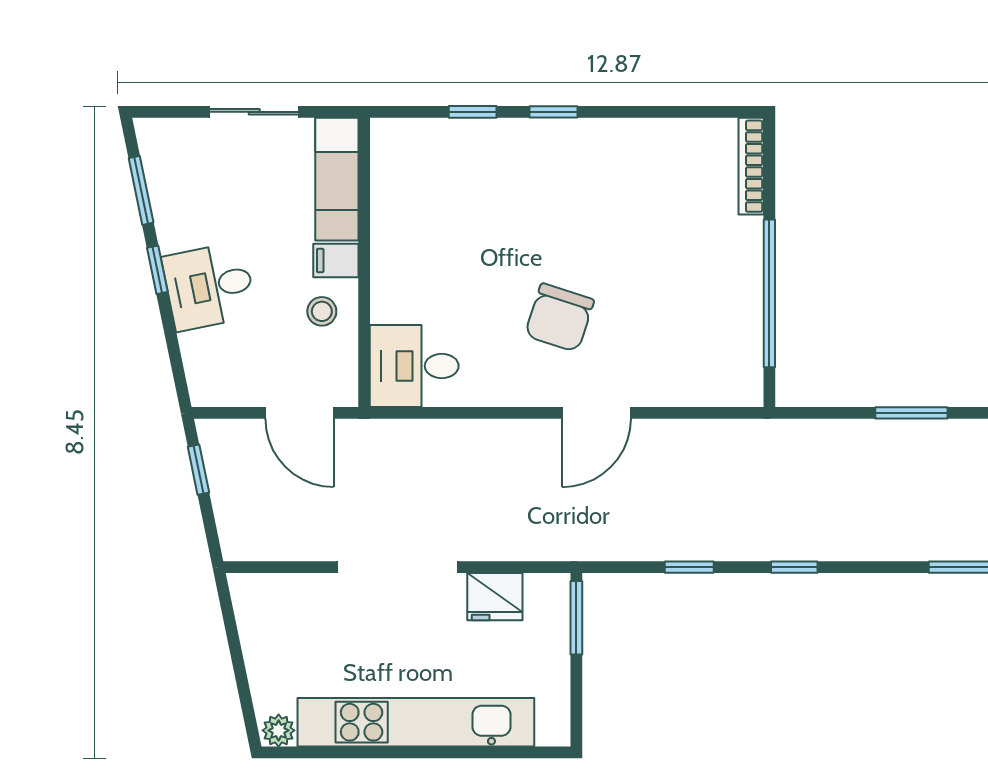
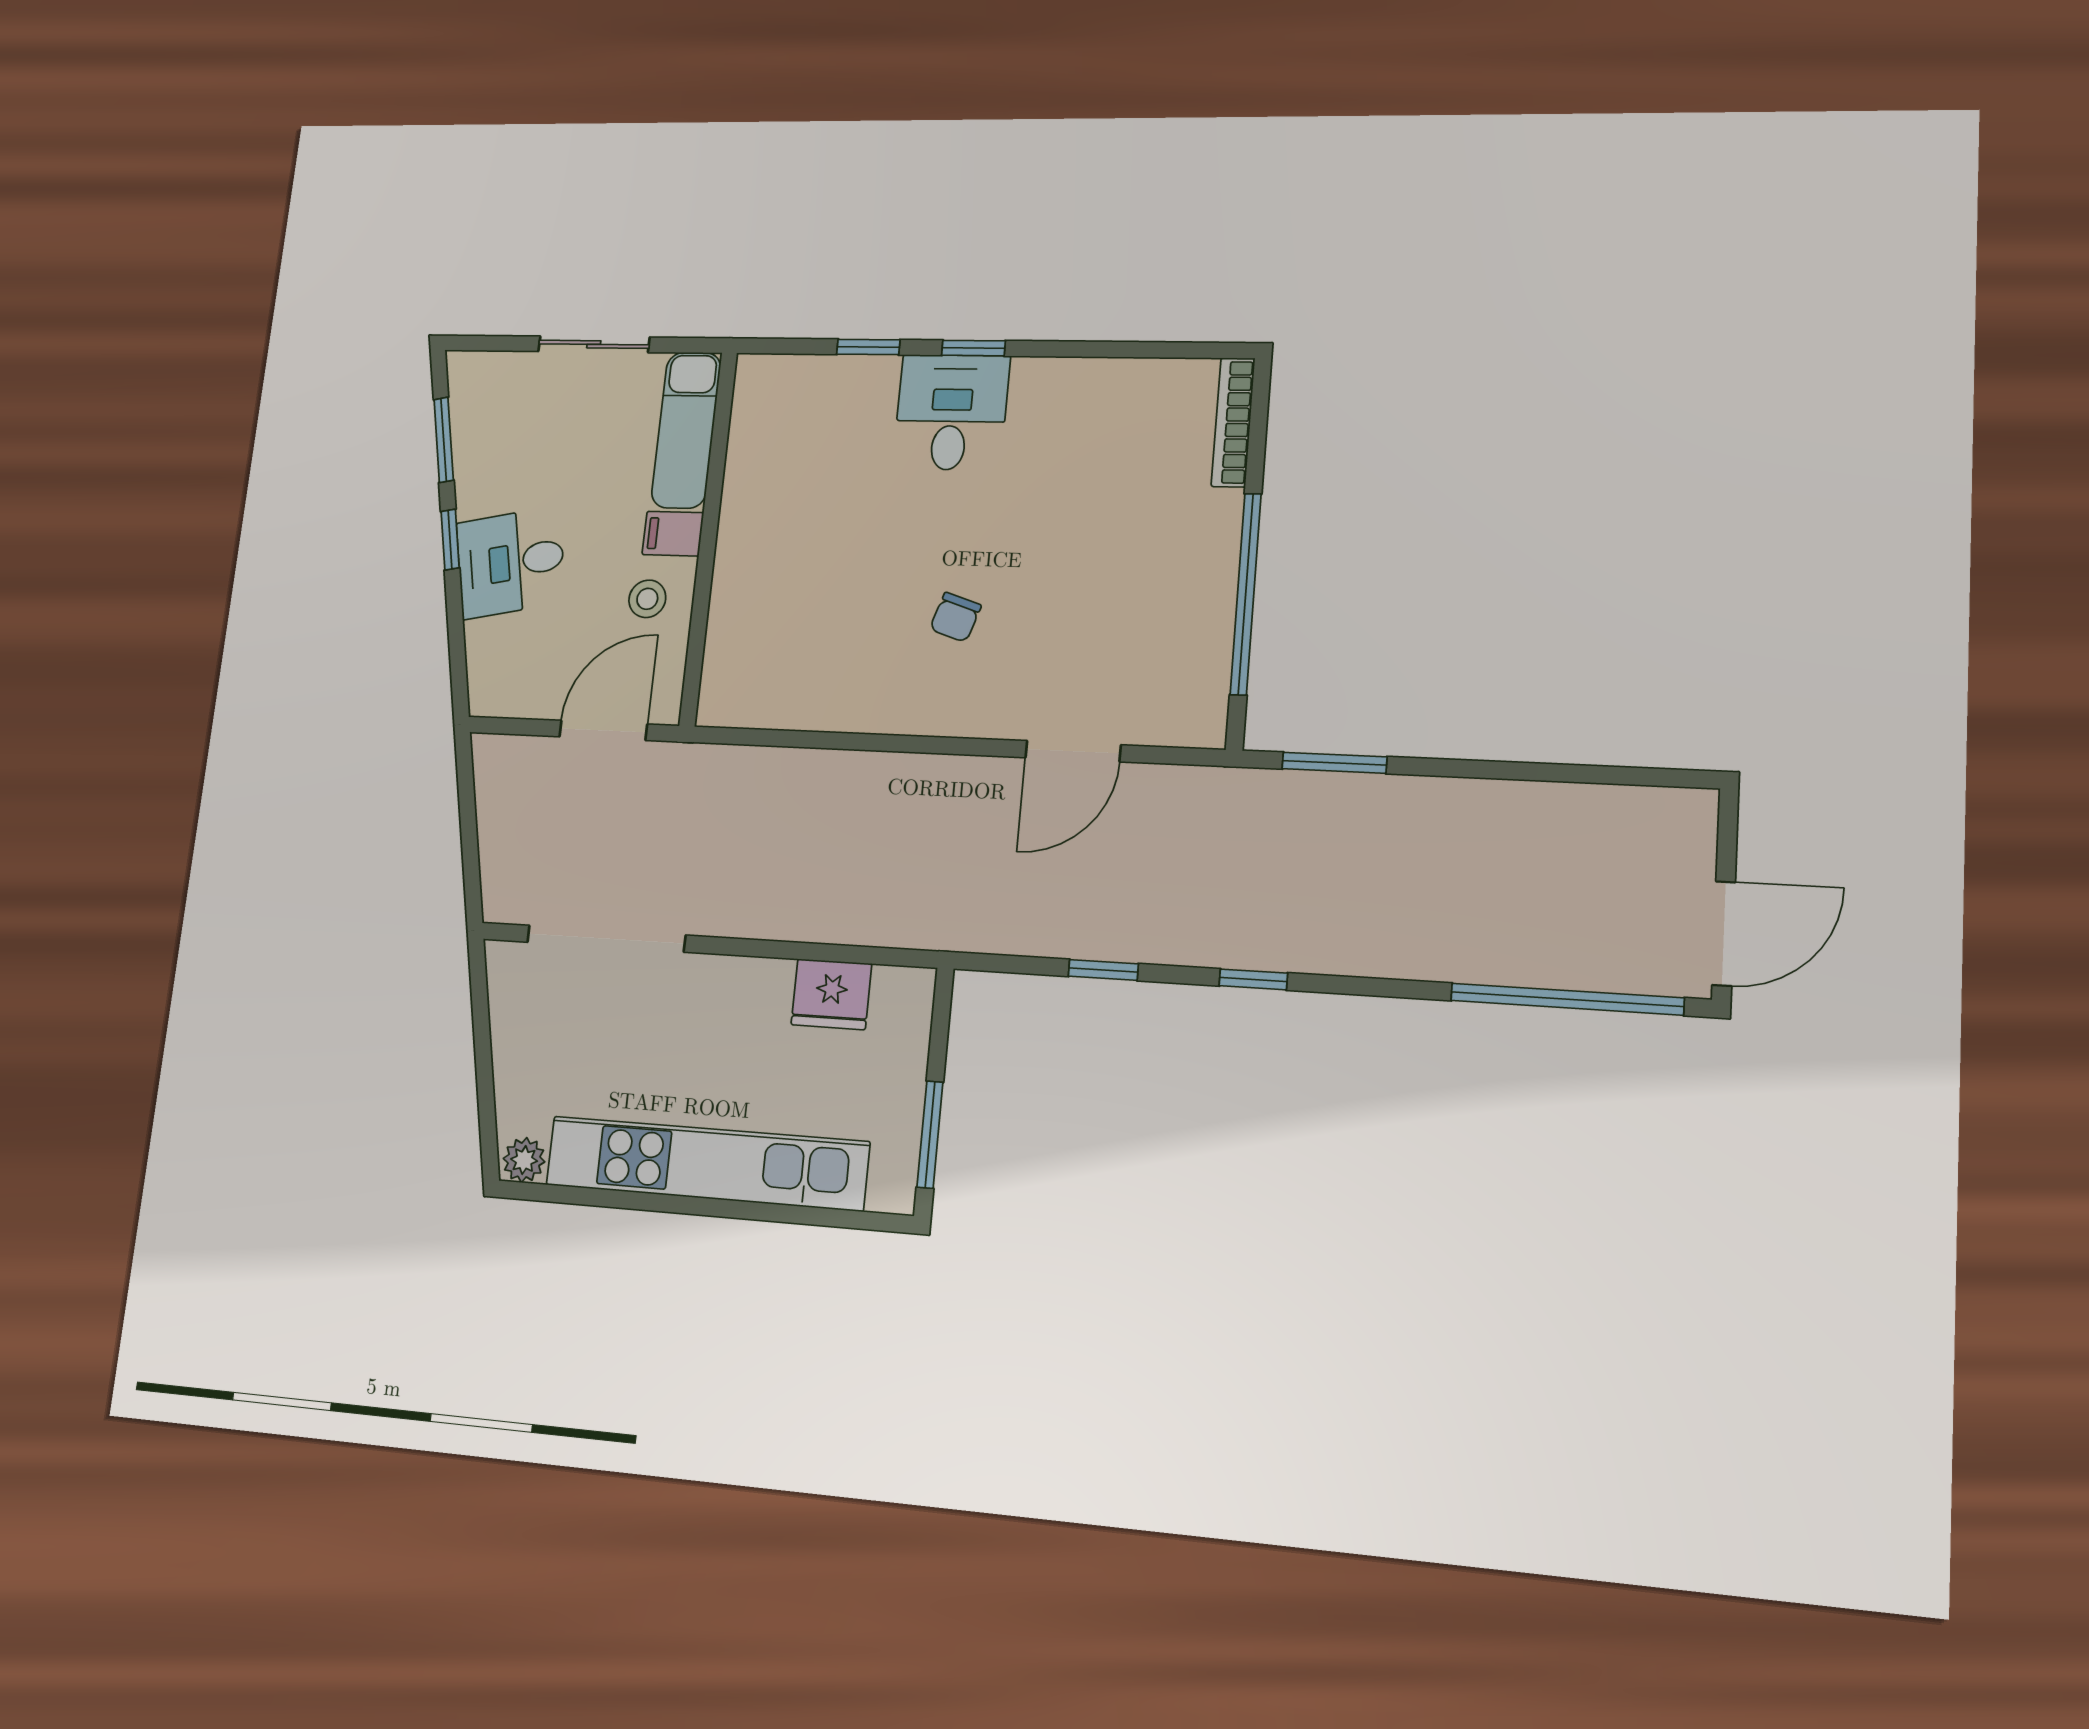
chair: (559, 318) -> (955, 617), width x0.54, depth x0.54
desk: (414, 366) -> (951, 412), moved, turned 90
door: (299, 413) -> (603, 730), swing flipped
door: (596, 413) -> (1073, 751), moved
window: (911, 413) -> (1334, 763), moved
window: (198, 470) -> (467, 799), removed
doorway: (397, 567) -> (606, 939), moved
window: (576, 618) -> (930, 1135), moved

